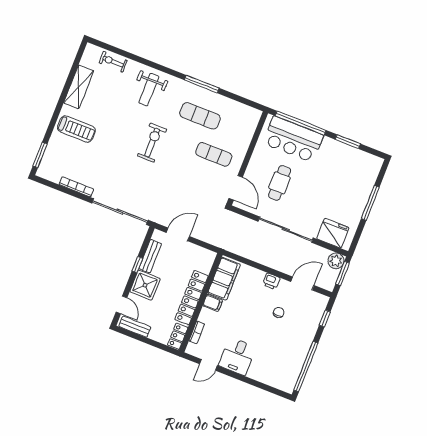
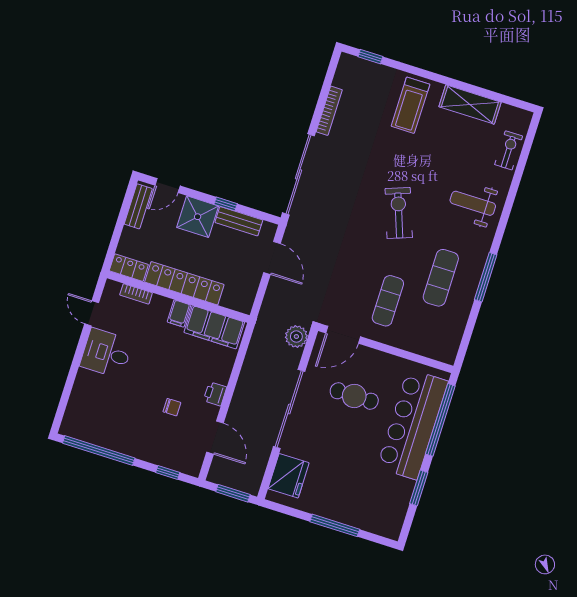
bar counter: (293, 139) -> (413, 424), width x1.36
exercise bike: (152, 143) -> (399, 213), turned -110
window: (40, 155) -> (370, 57), width x0.67
plant: (336, 261) -> (296, 337), moved

